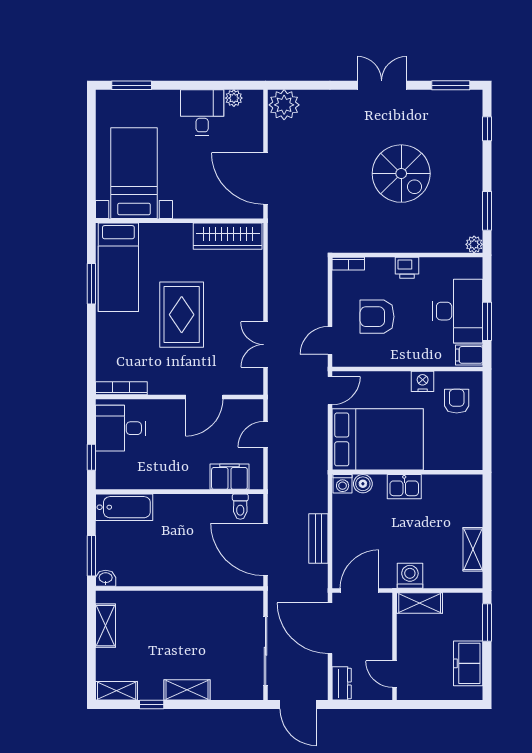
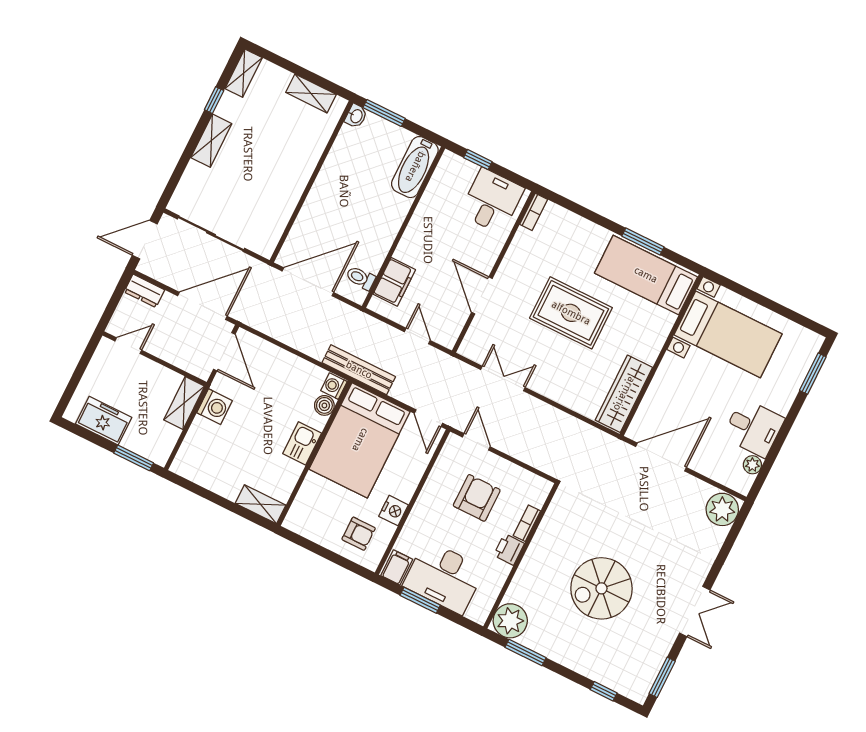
plant: (474, 244) -> (510, 621), width x1.87, depth x1.87
bookcase: (348, 264) -> (527, 523), moved
bookcase: (121, 388) -> (534, 212), width x0.64
bench: (318, 538) -> (359, 370), moved, width x1.36
shelving: (473, 549) -> (261, 504), moved

